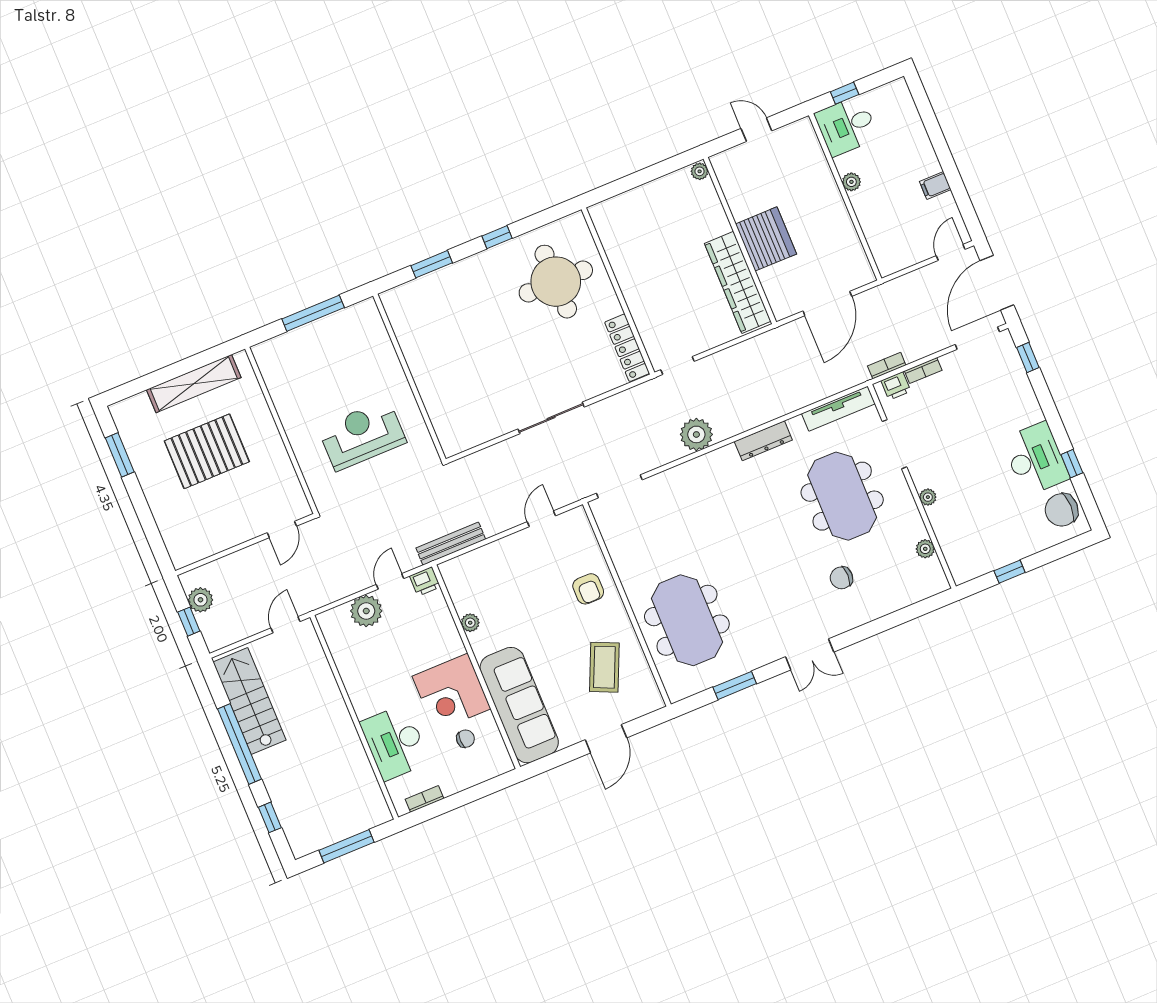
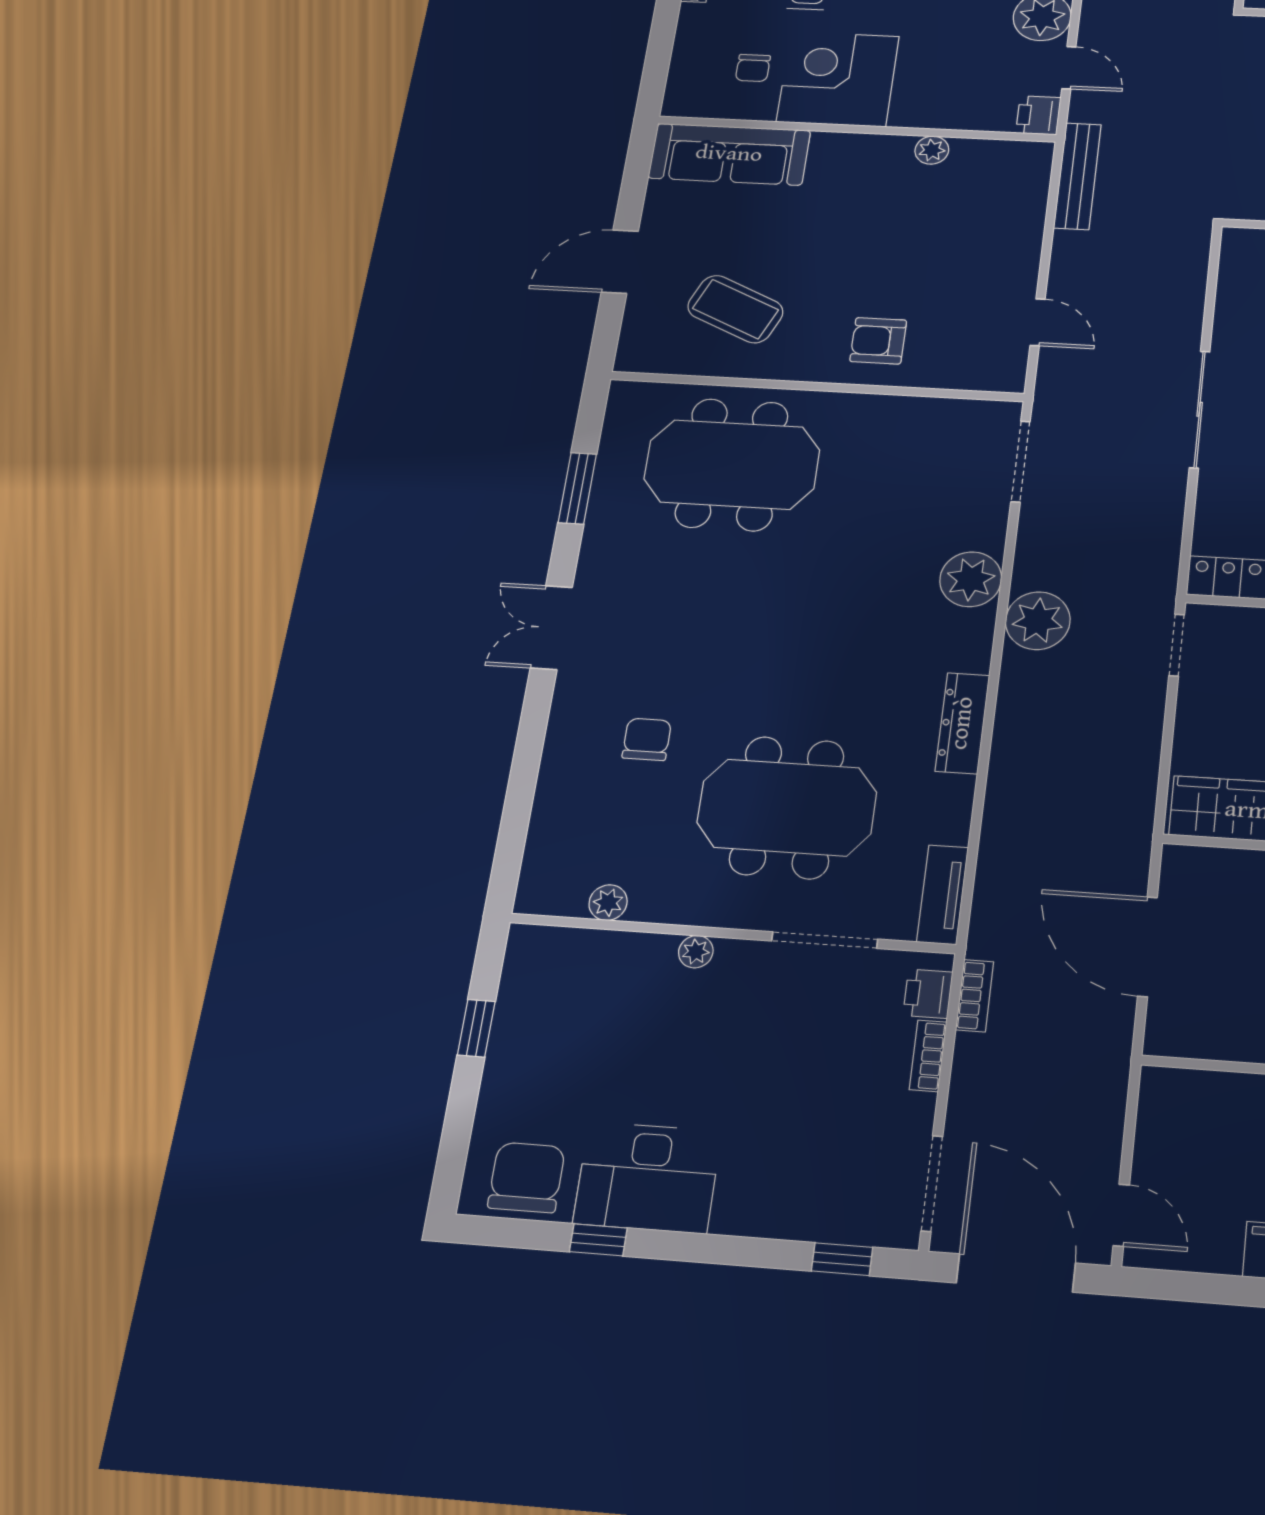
tv unit: (838, 409) -> (943, 895), width x0.71
plant: (691, 476) -> (971, 579), added
sofa: (519, 705) -> (729, 154), width x0.74, depth x0.79
door: (606, 739) -> (620, 262), hinge flipped

